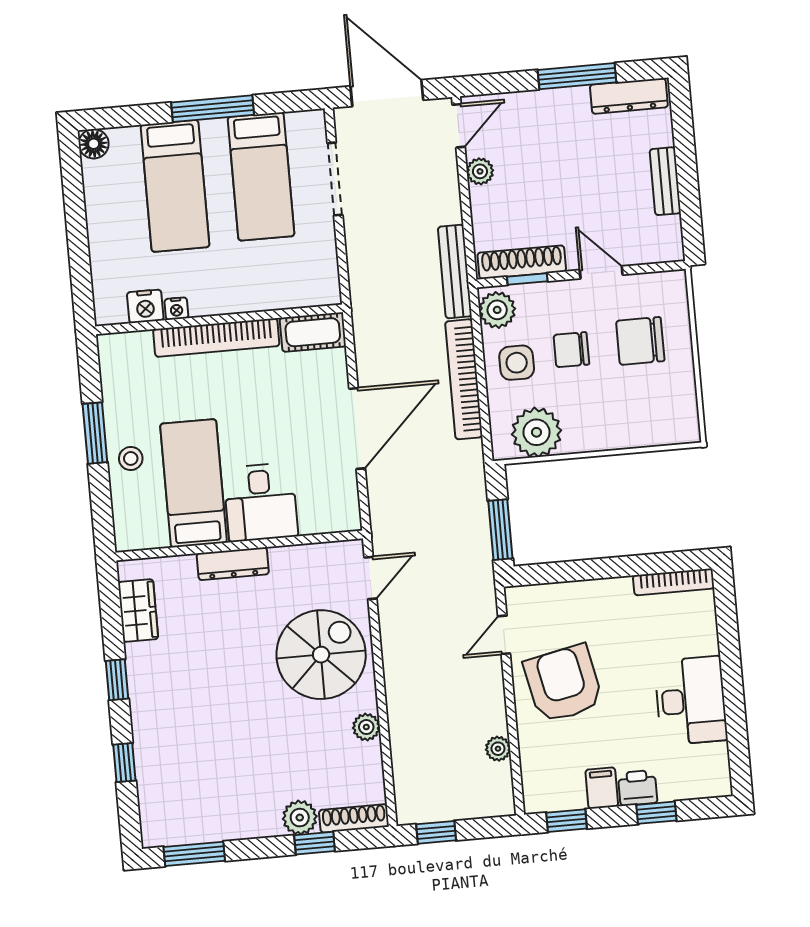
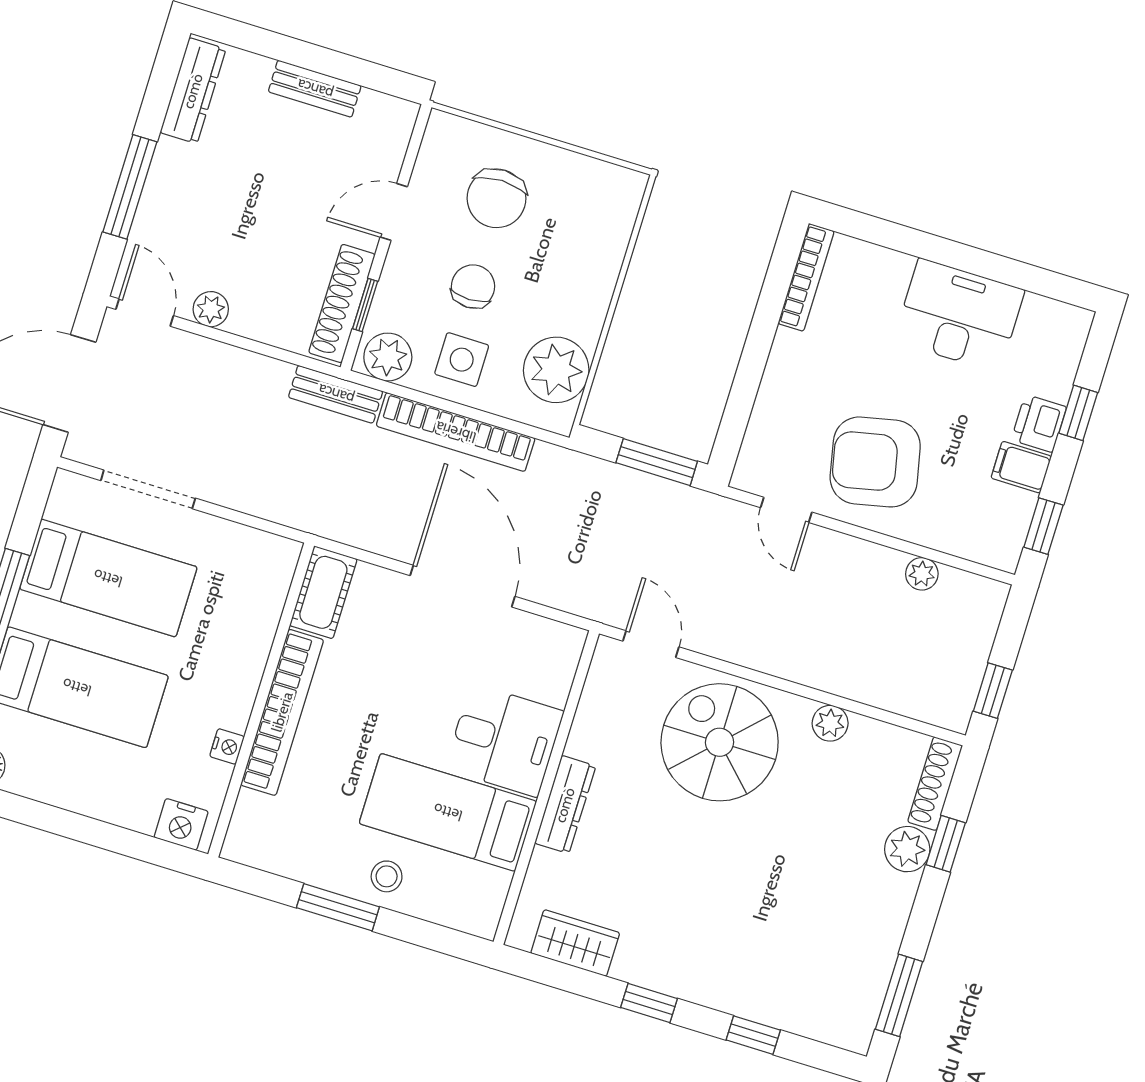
window: (577, 76) -> (130, 187), moved
bench: (455, 272) -> (336, 394), width x0.73
nightstand: (145, 306) -> (181, 824), moved, turned 90
chair: (571, 350) -> (473, 286), turned 180

